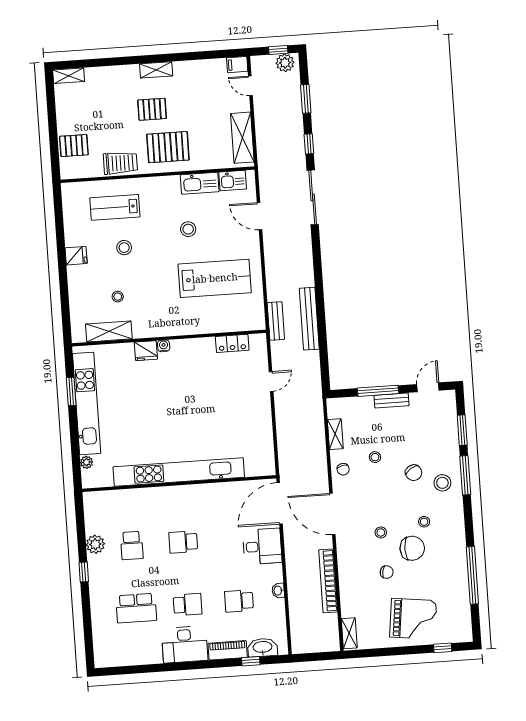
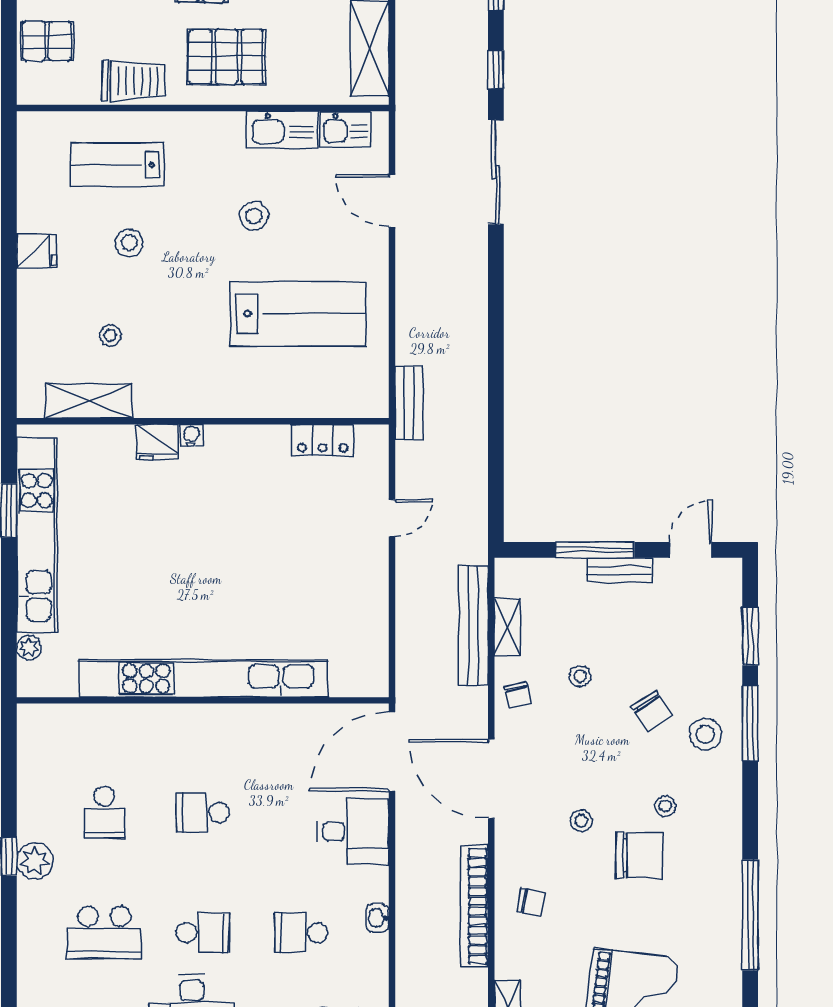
bench: (309, 319) -> (473, 625), moved
plant: (95, 544) -> (35, 861), moved
chair: (387, 572) -> (531, 902), moved

